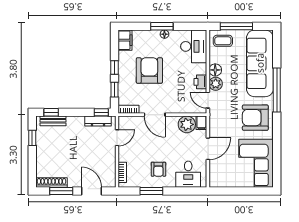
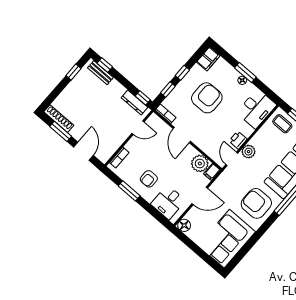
floor lamp: (215, 70) -> (184, 225), moved

